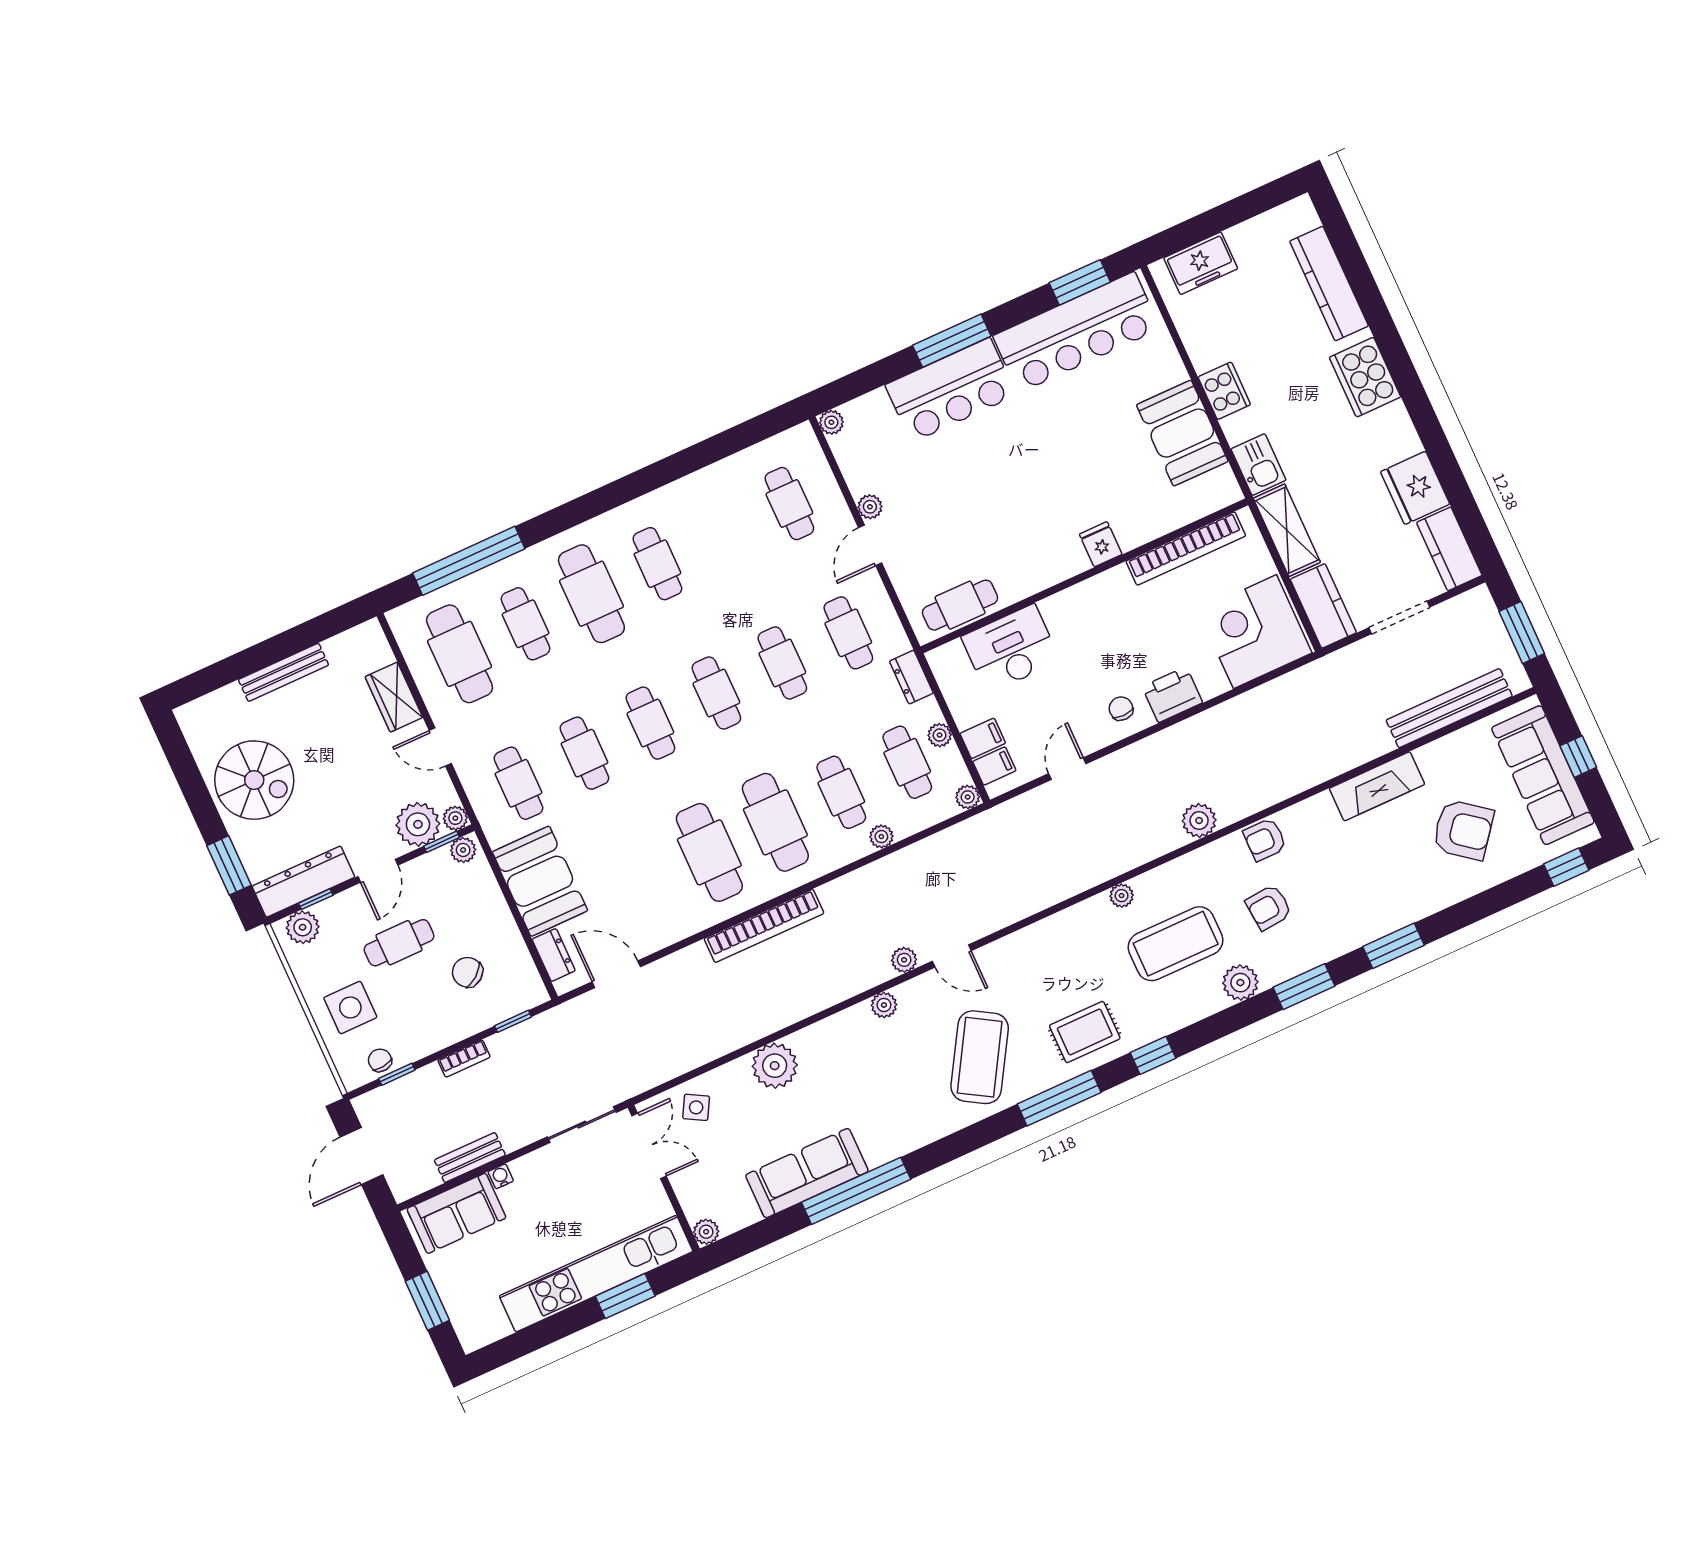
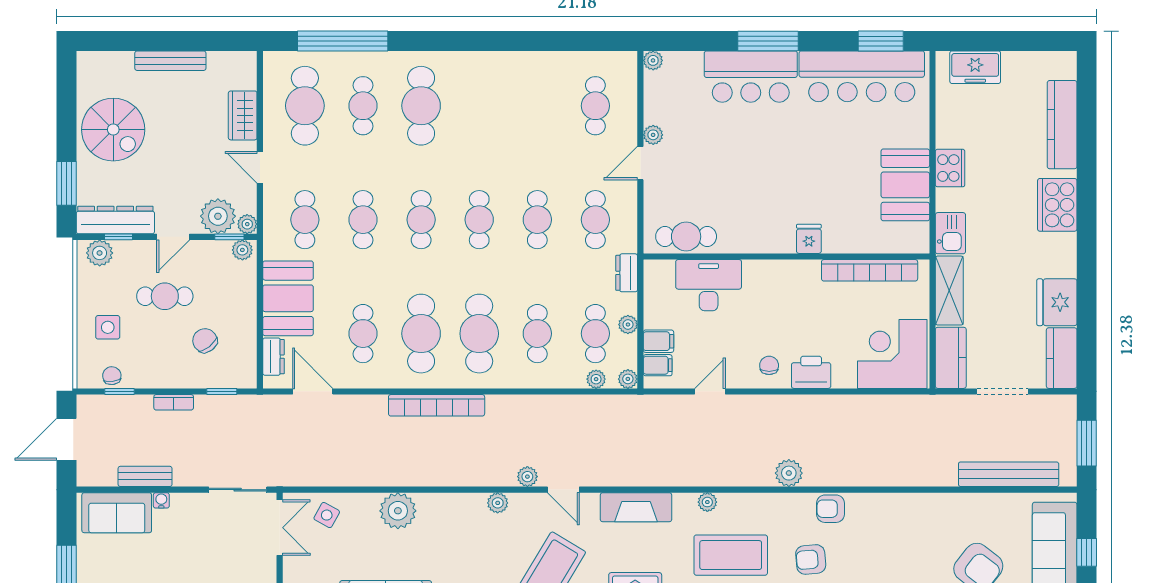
cafe table: (657, 564) -> (363, 334), moved
fireplace: (1377, 786) -> (636, 507), moved
plant: (881, 837) -> (596, 379), moved
side table: (350, 1007) -> (108, 327), width x0.73, depth x0.73

